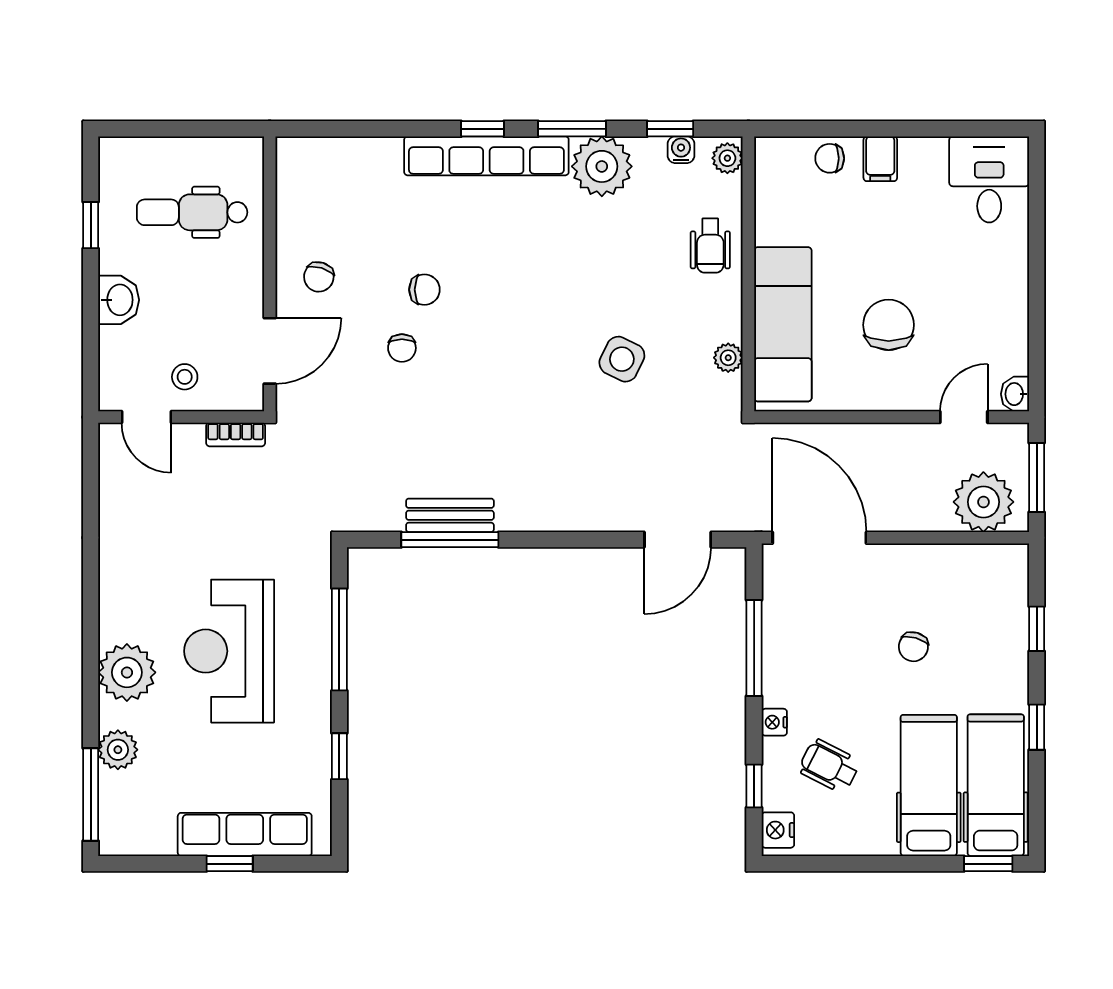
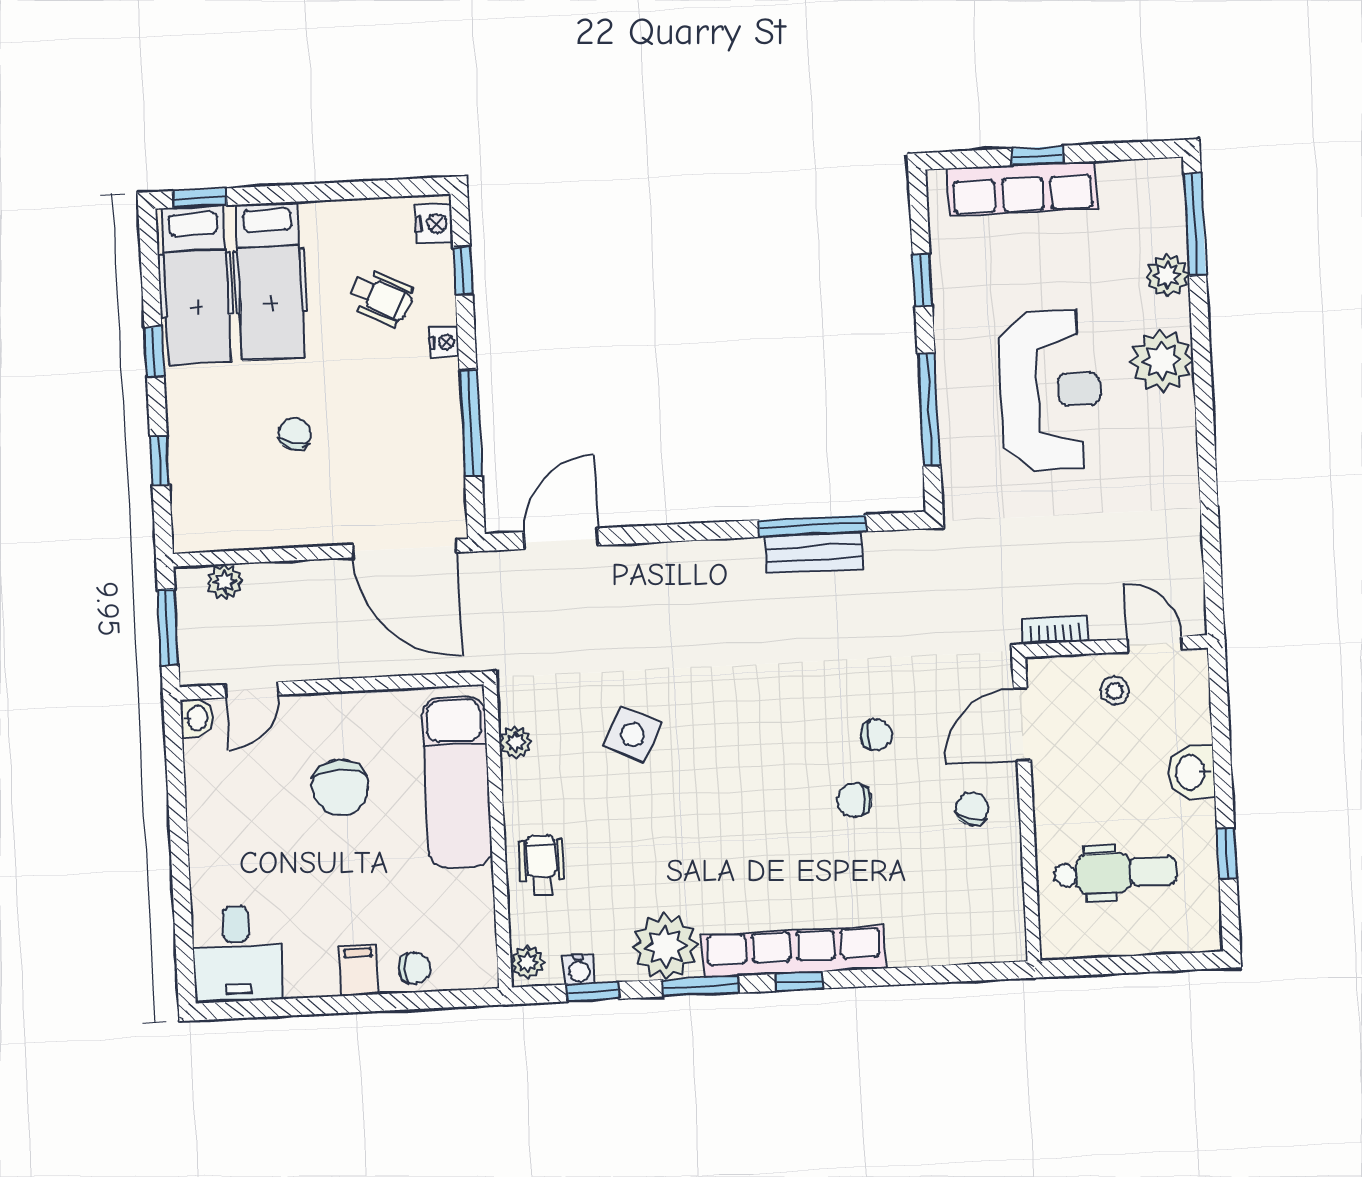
chair: (402, 348) -> (876, 735), turned 90
plant: (983, 502) -> (225, 582), width x0.53, depth x0.53

